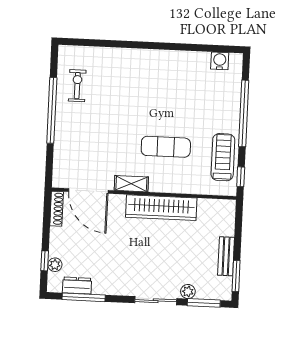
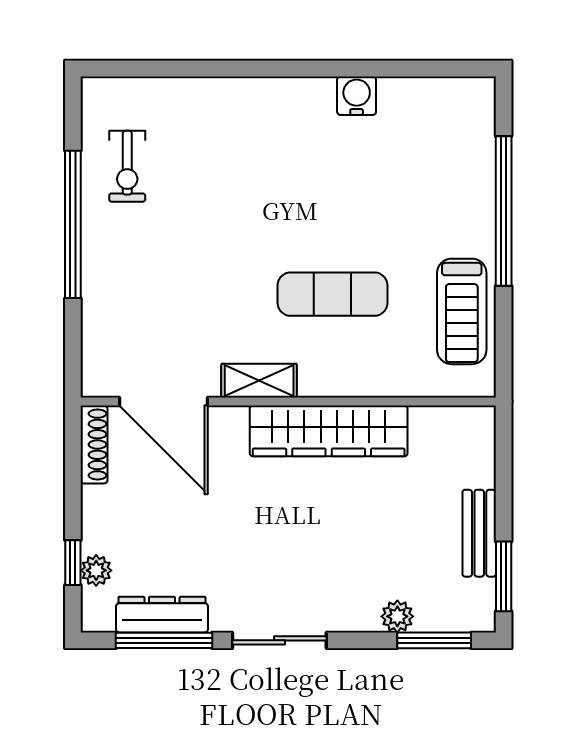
water cooler: (220, 61) -> (357, 96), moved
exercise bike: (77, 86) -> (127, 166), turned 180
treadmill: (223, 157) -> (462, 311), turned 180
window: (241, 177) -> (504, 353), removed
dresser: (77, 285) -> (162, 615), width x1.44
sliding door: (156, 301) -> (279, 640), moved

